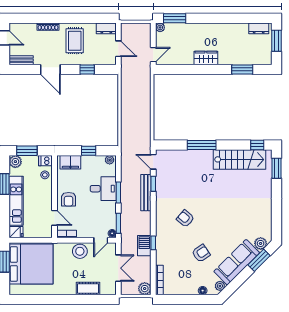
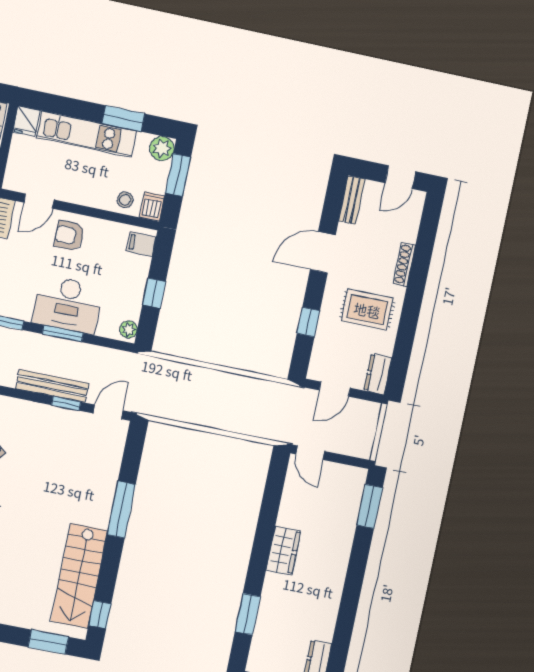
plant: (160, 27) -> (358, 476), removed
filing cabinet: (70, 162) -> (141, 244), width x0.50
desk: (103, 189) -> (68, 304), width x1.37

